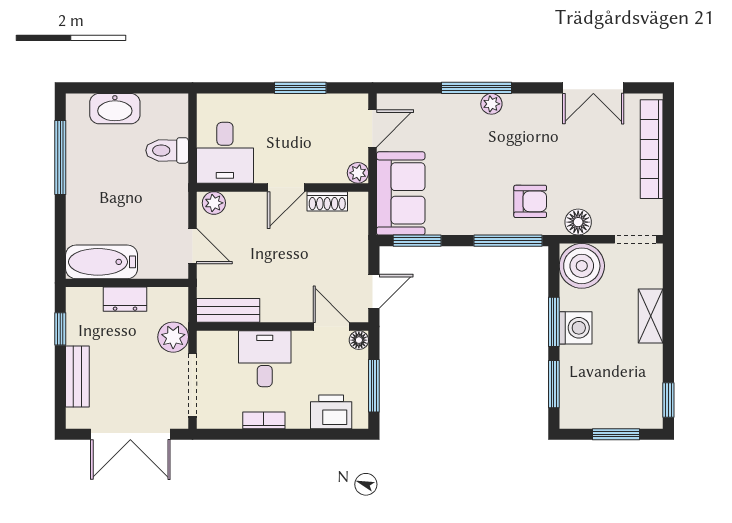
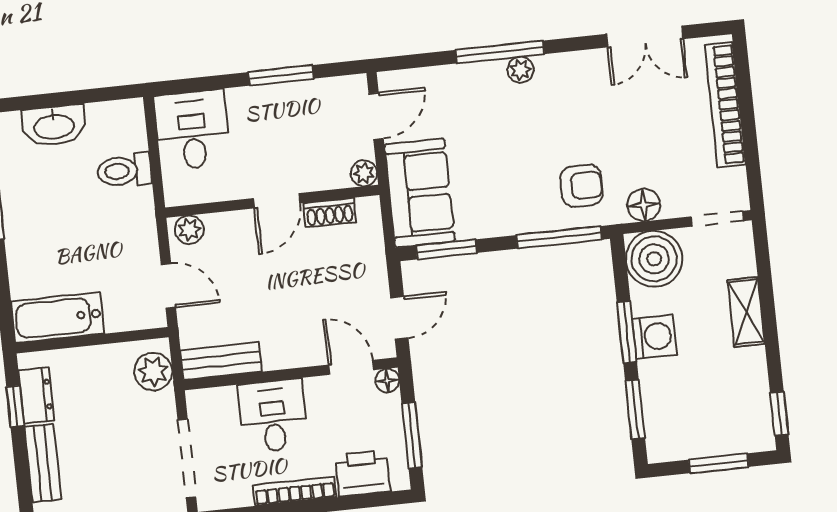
desk: (225, 153) -> (192, 130), moved, turned 180
dresser: (125, 299) -> (36, 395), moved, turned -90
plant: (173, 337) -> (153, 372), moved
bookcase: (264, 420) -> (295, 491), width x1.56

